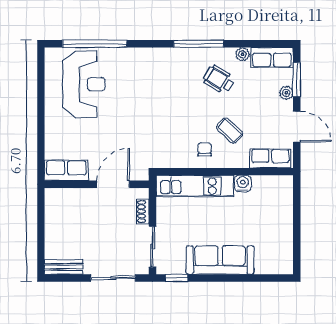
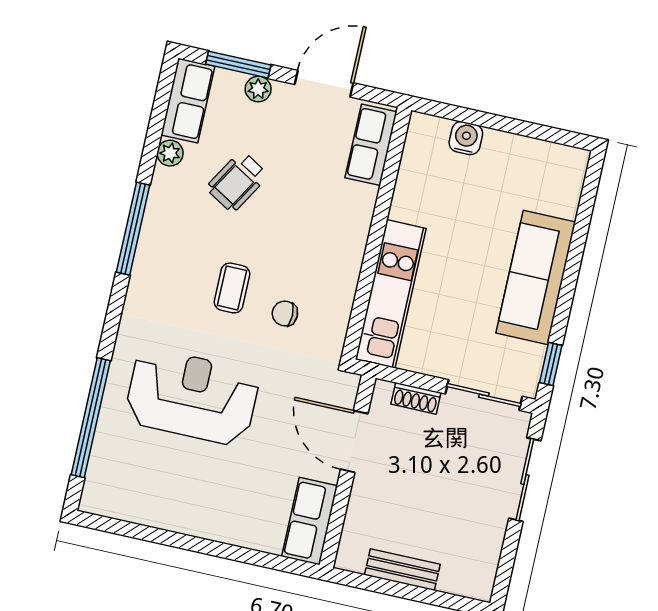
wheelchair: (219, 80) -> (237, 182), moved
reception desk: (84, 84) -> (192, 397), moved
coffee table: (229, 131) -> (232, 288), moved, turned -43
chair: (205, 149) -> (285, 314), moved
water cooler: (243, 184) -> (466, 138), moved, turned 90
bench: (64, 267) -> (402, 570), moved, turned 90

